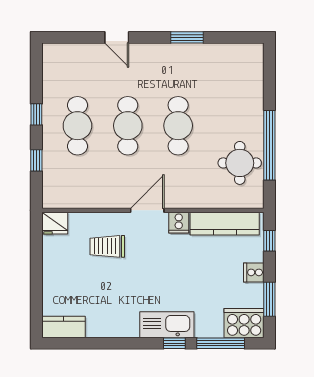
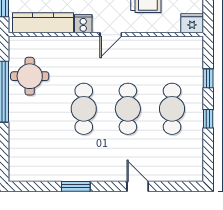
door: (147, 210) -> (111, 35), width x0.73

